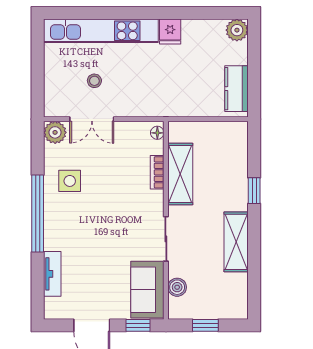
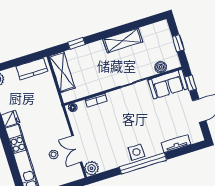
double door: (92, 119) -> (77, 149), swing flipped
shelving: (180, 174) -> (62, 72), moved, turned 90
side table: (70, 181) -> (136, 152), moved
window: (254, 191) -> (76, 43), moved

